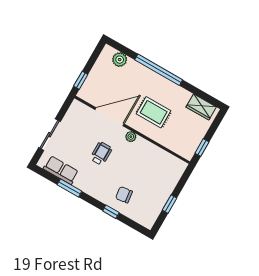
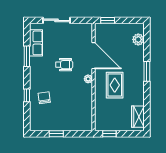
window: (159, 70) -> (147, 71), width x0.47

